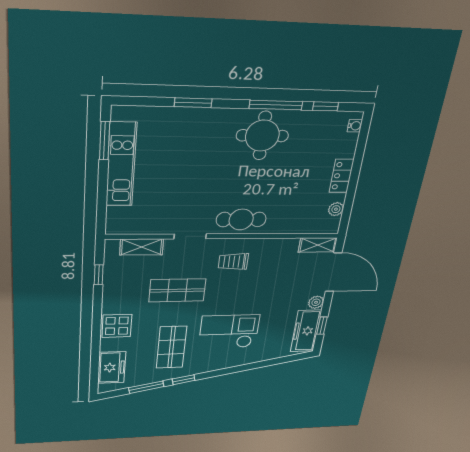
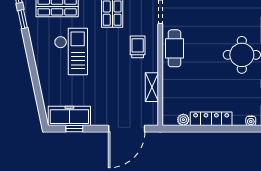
locker: (342, 176) -> (211, 119), width x1.53
shelving: (318, 245) -> (152, 87), moved
plant: (316, 302) -> (98, 119), removed

